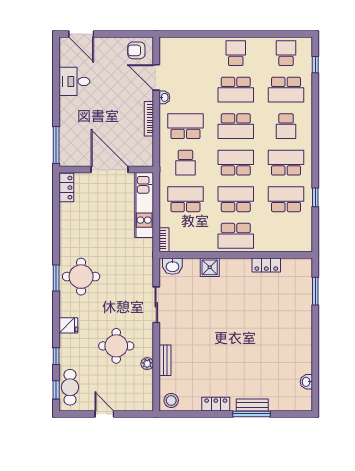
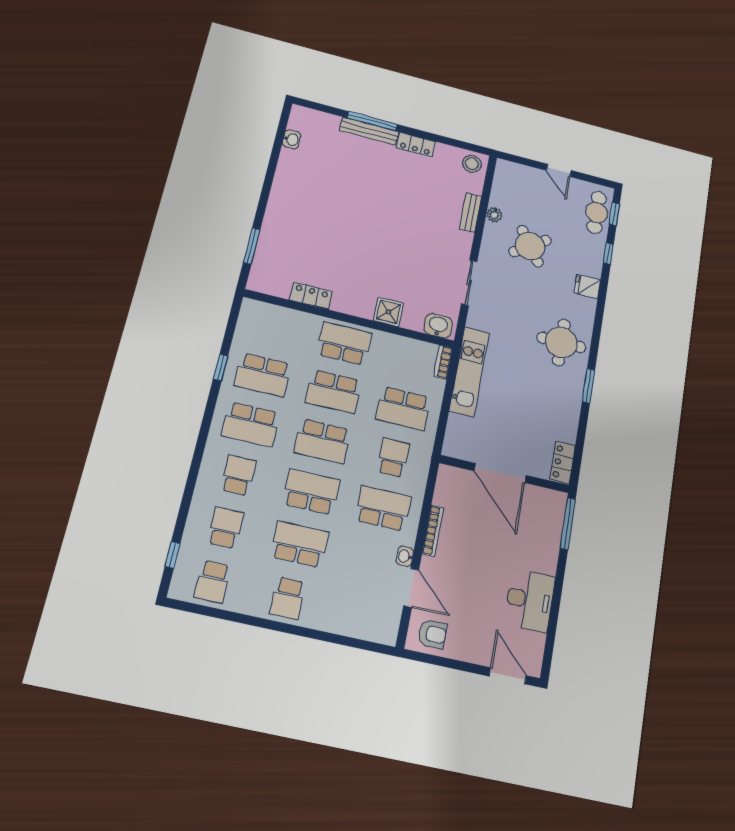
desk: (74, 81) -> (530, 600), width x1.37
school desk: (286, 90) -> (226, 528), width x0.54
school desk: (185, 126) -> (383, 508), turned 180
kitchen unit: (144, 205) -> (469, 371), moved
window: (56, 278) -> (588, 386), moved
round table: (116, 346) -> (530, 246), turned -35
bench: (252, 405) -> (369, 131), width x1.36

